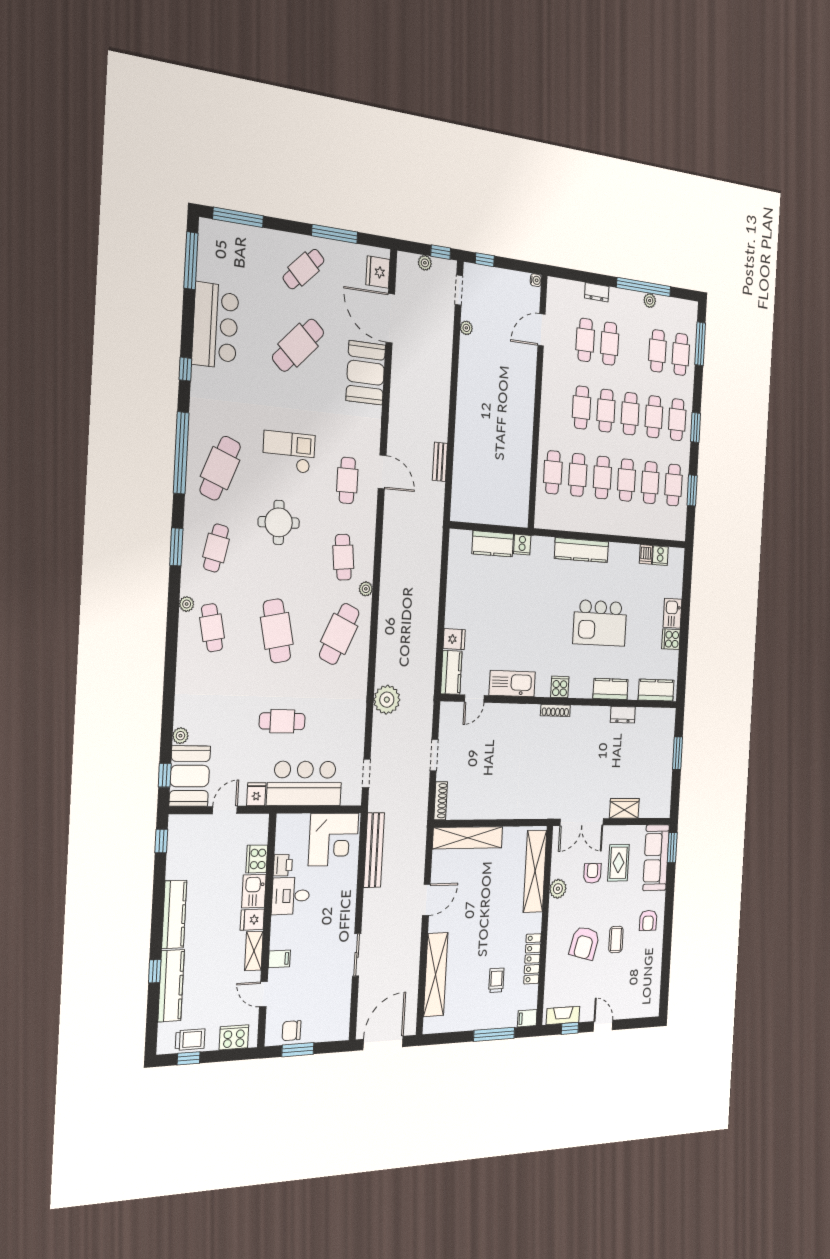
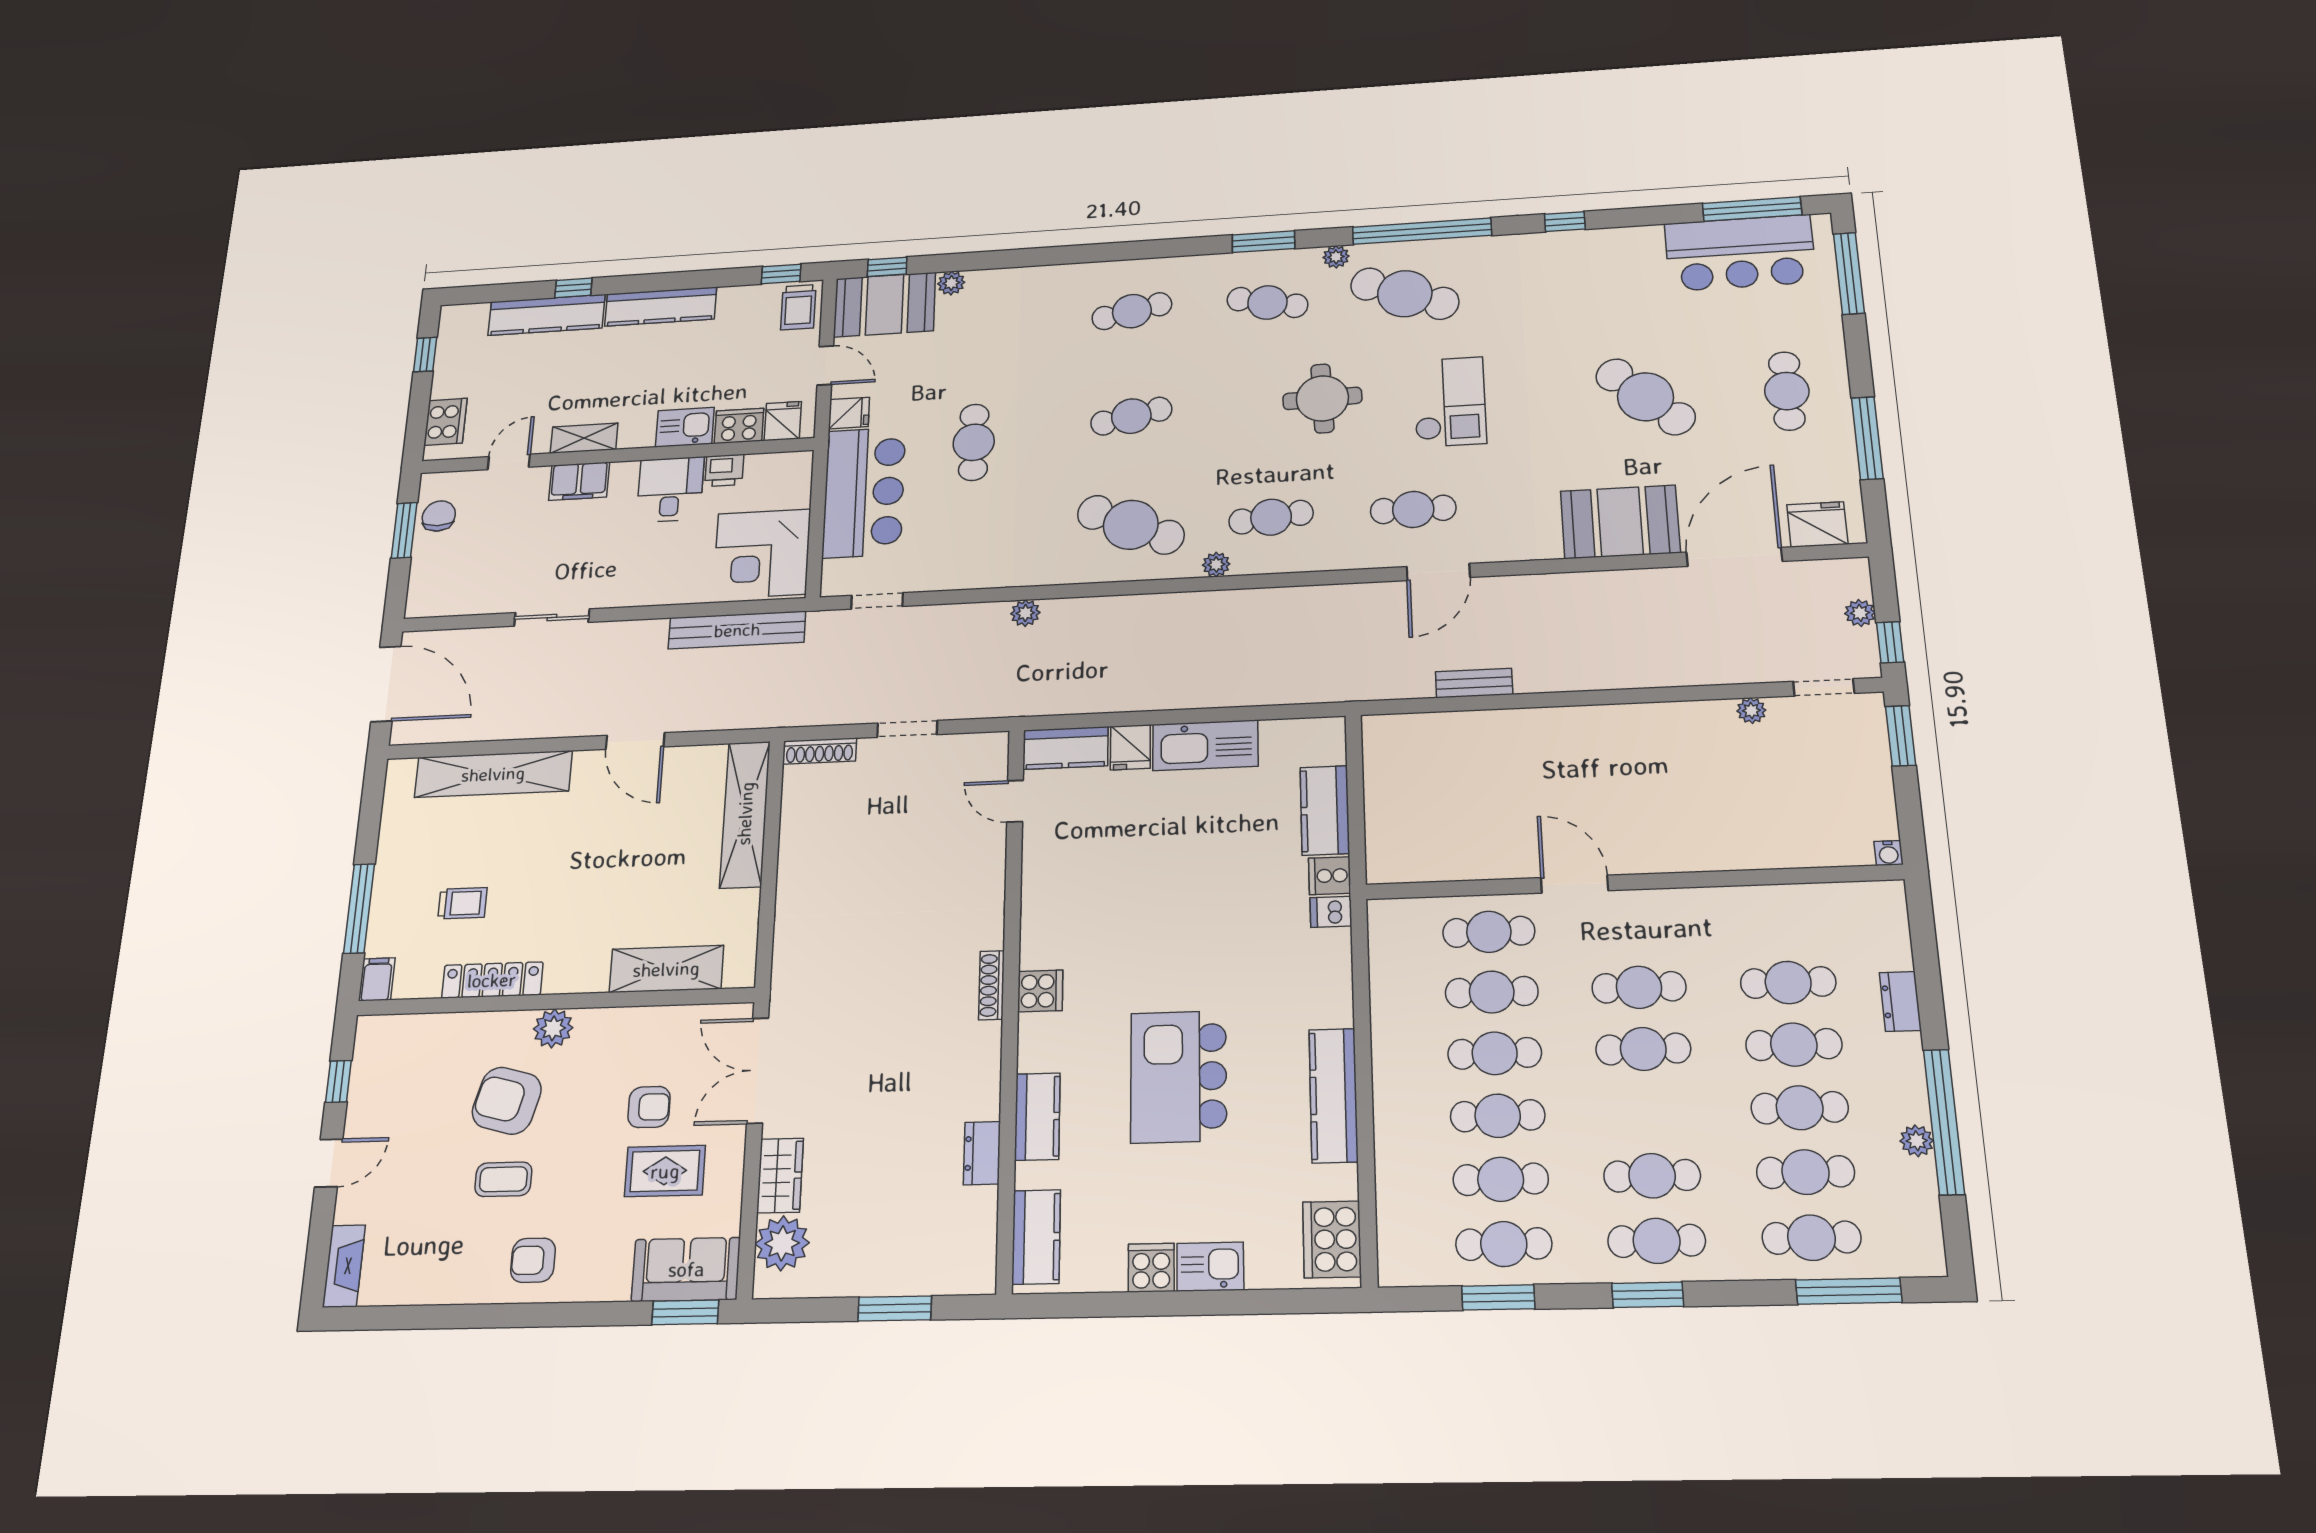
window: (485, 260) -> (1901, 736), width x1.50
cafe table: (304, 269) -> (1787, 391), turned 45
bar counter: (215, 326) -> (1740, 253), moved
door: (542, 330) -> (1575, 884), moved
cafe table: (630, 414) -> (1800, 1108), moved
kitchen counter: (582, 550) -> (1333, 1095), moved
dishwasher: (646, 554) -> (1331, 912), moved
cooker: (660, 556) -> (1332, 1239), width x1.87, depth x1.31
plant: (187, 604) -> (1336, 257), moved
cafe table: (277, 631) -> (1131, 416), width x0.73, depth x0.74
kitchen sink: (512, 684) -> (1205, 745), moved, turned 90
plant: (387, 700) -> (1025, 613), width x0.53, depth x0.53
plant: (650, 805) -> (782, 1243), added
sofa: (656, 858) -> (686, 1269), width x0.73
shelving: (535, 871) -> (666, 969), width x0.68
plant: (558, 889) -> (553, 1028), moved
fridge: (252, 920) -> (783, 421), moved
filing cabinet: (279, 959) -> (579, 481), width x2.00
fireplace: (563, 1015) -> (344, 1266), moved
trolley: (190, 1040) -> (798, 307), moved

